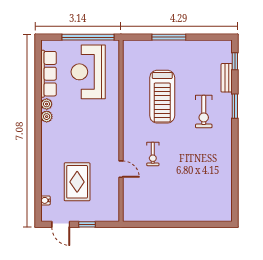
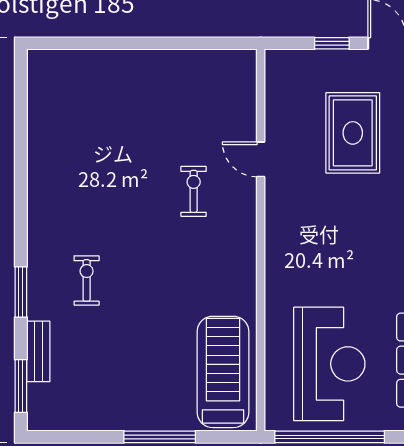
window: (235, 61) -> (21, 386), width x1.50
treadmill: (162, 97) -> (223, 372), moved
exercise bike: (204, 112) -> (87, 280), width x0.73, depth x0.72

